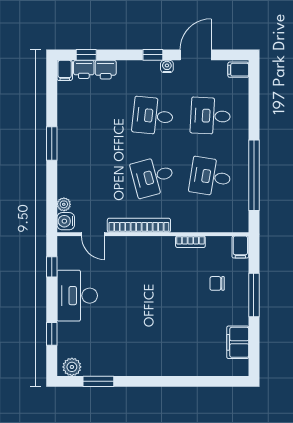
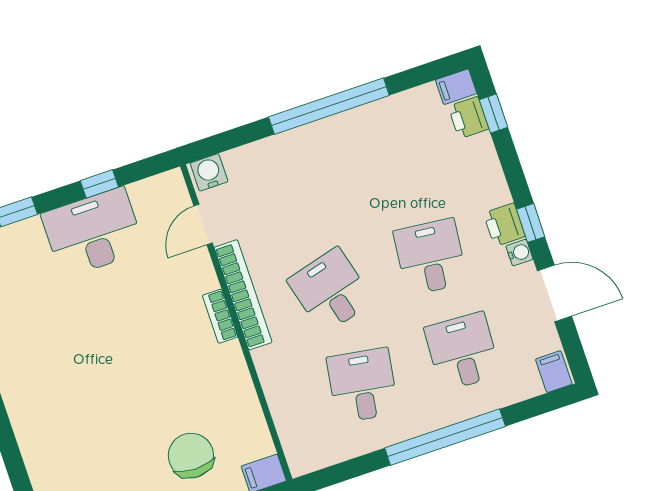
printer: (106, 70) -> (504, 225), moved
window: (52, 143) -> (329, 106), width x2.11
window: (254, 175) -> (445, 437), moved
plant: (64, 204) -> (236, 160), removed
bookcase: (190, 242) -> (220, 316), moved
window: (52, 267) -> (99, 184), moved
chair: (217, 283) -> (191, 456), width x1.87, depth x1.87

